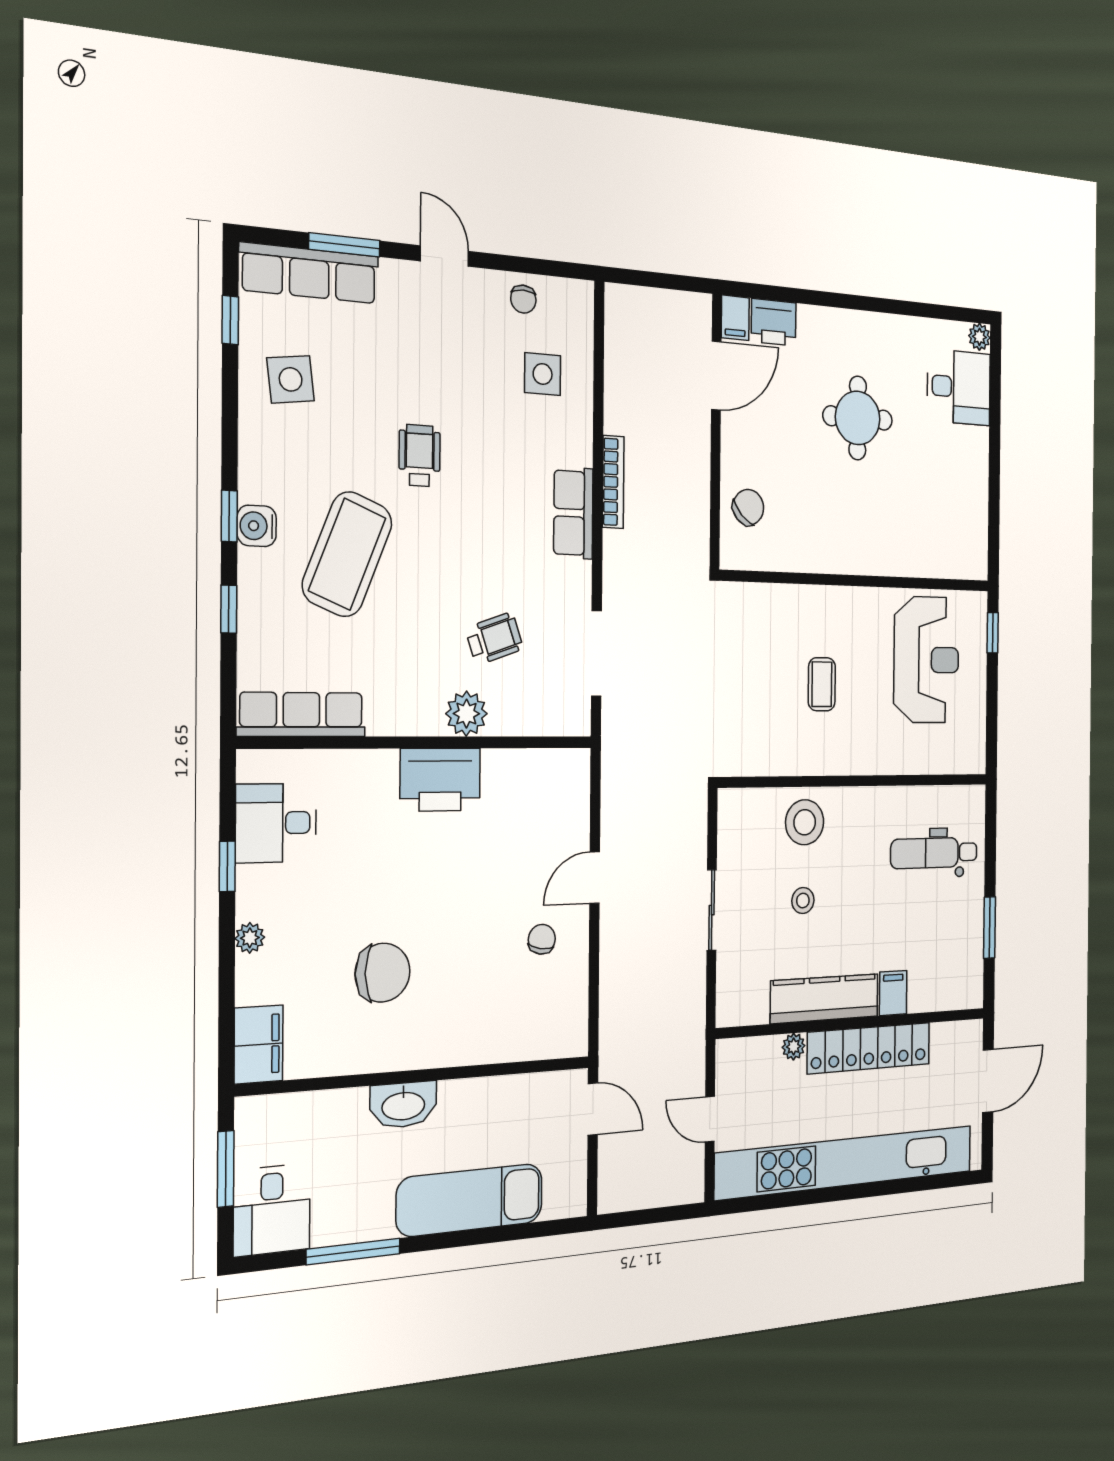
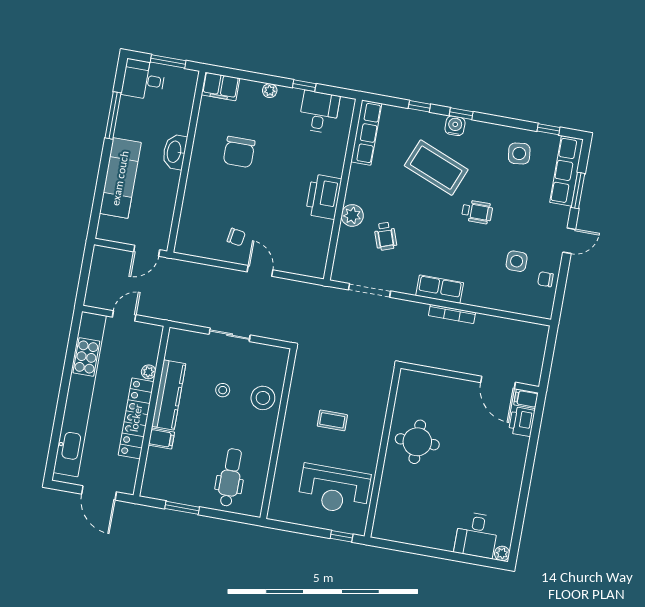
side table: (543, 374) -> (517, 261), moved
round table: (858, 418) -> (417, 442), moved
chair: (748, 507) -> (429, 391), removed

